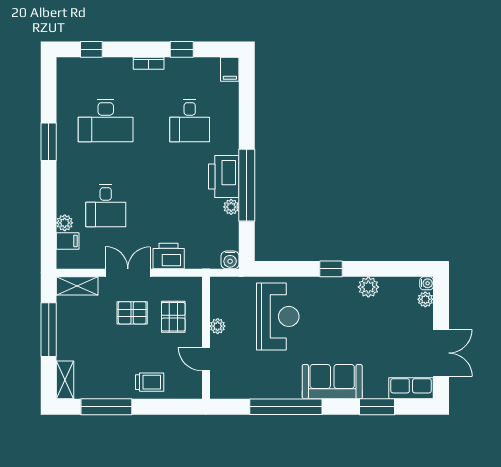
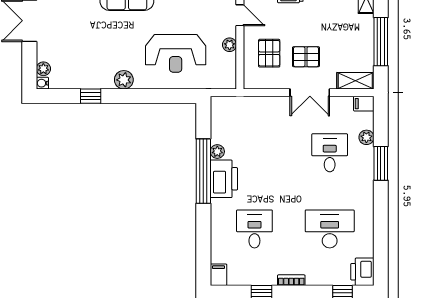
window: (49, 142) -> (381, 163), moved
filing cabinet: (68, 241) -> (364, 104), moved
printer: (169, 256) -> (362, 272), moved, turned 90
water cooler: (230, 260) -> (218, 104), removed
window: (331, 269) -> (91, 96), moved
plant: (368, 287) -> (124, 80), moved
reception desk: (278, 316) -> (176, 53), turned -90

